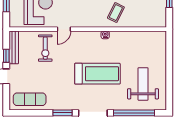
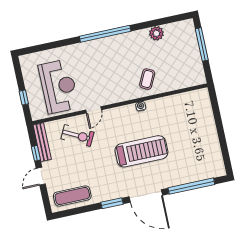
exercise bike: (45, 48) -> (77, 135), turned -63
weight bench: (143, 84) -> (195, 152), removed

